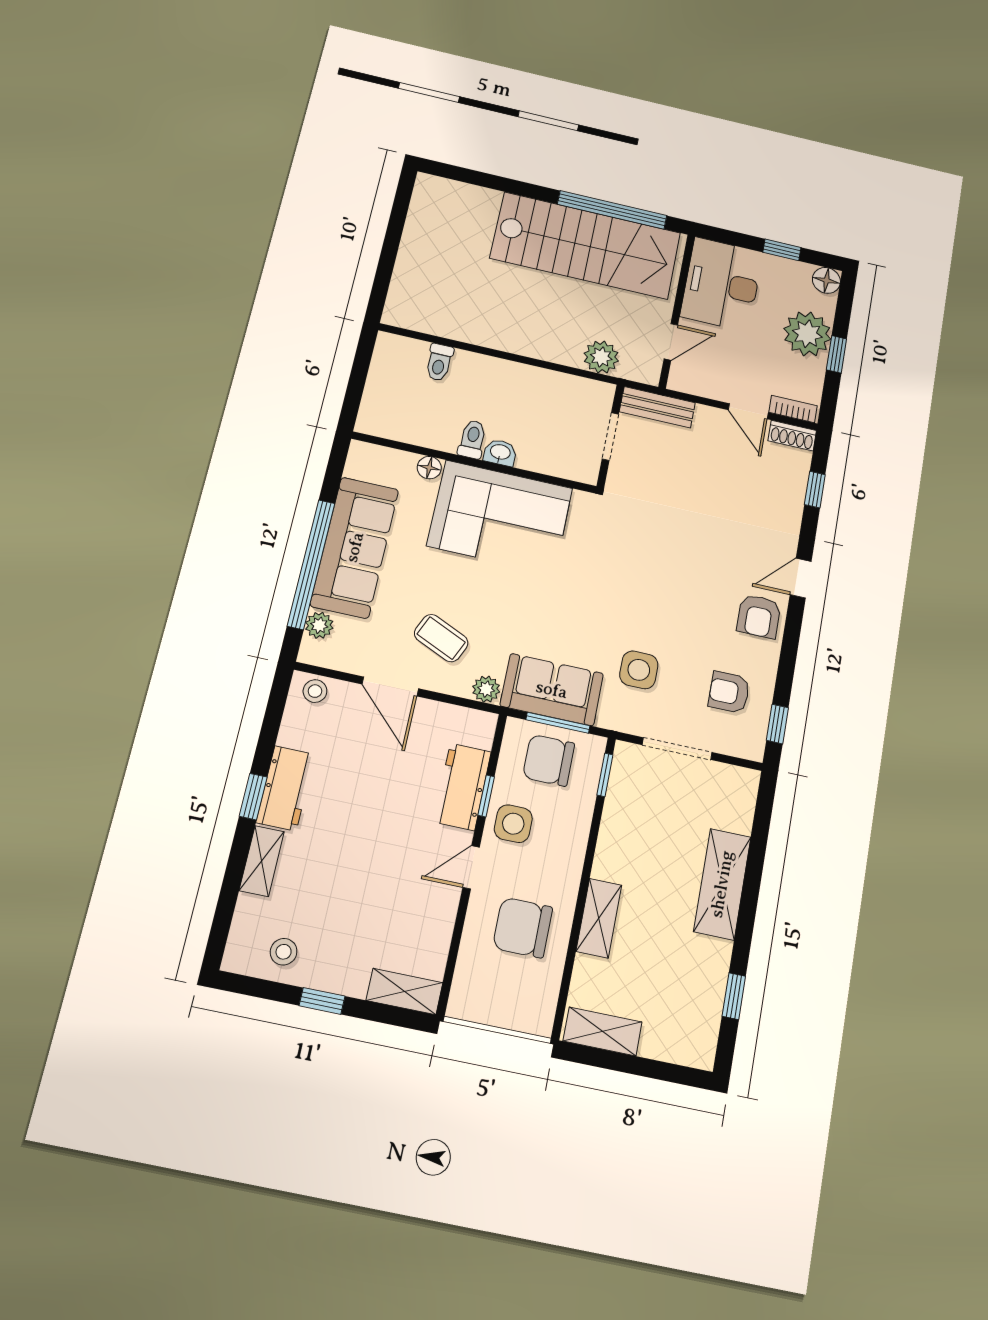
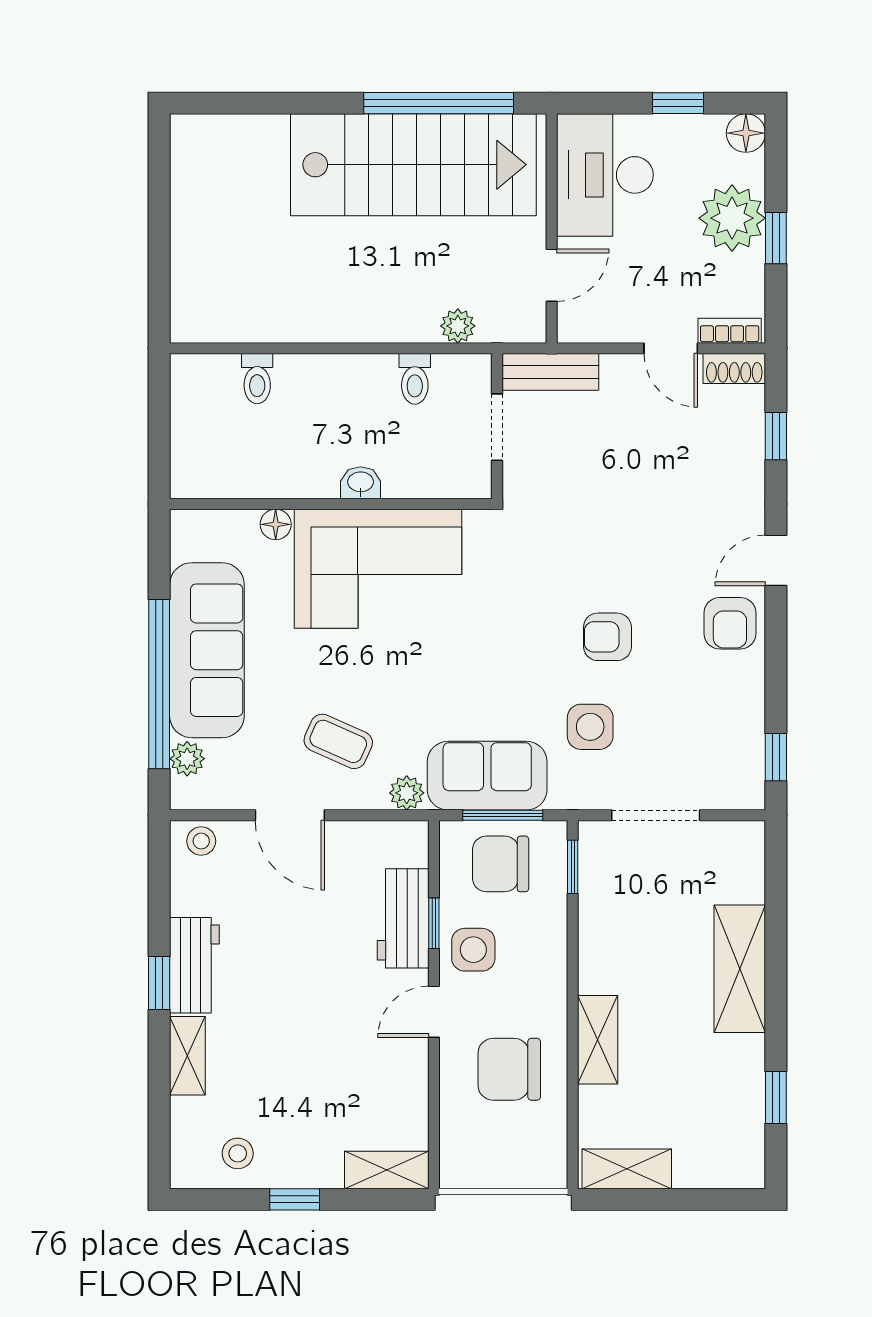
plant: (601, 357) -> (458, 326), width x0.73, depth x0.73
toilet: (472, 439) -> (415, 379), moved, turned 180
armchair: (729, 692) -> (607, 637), moved

